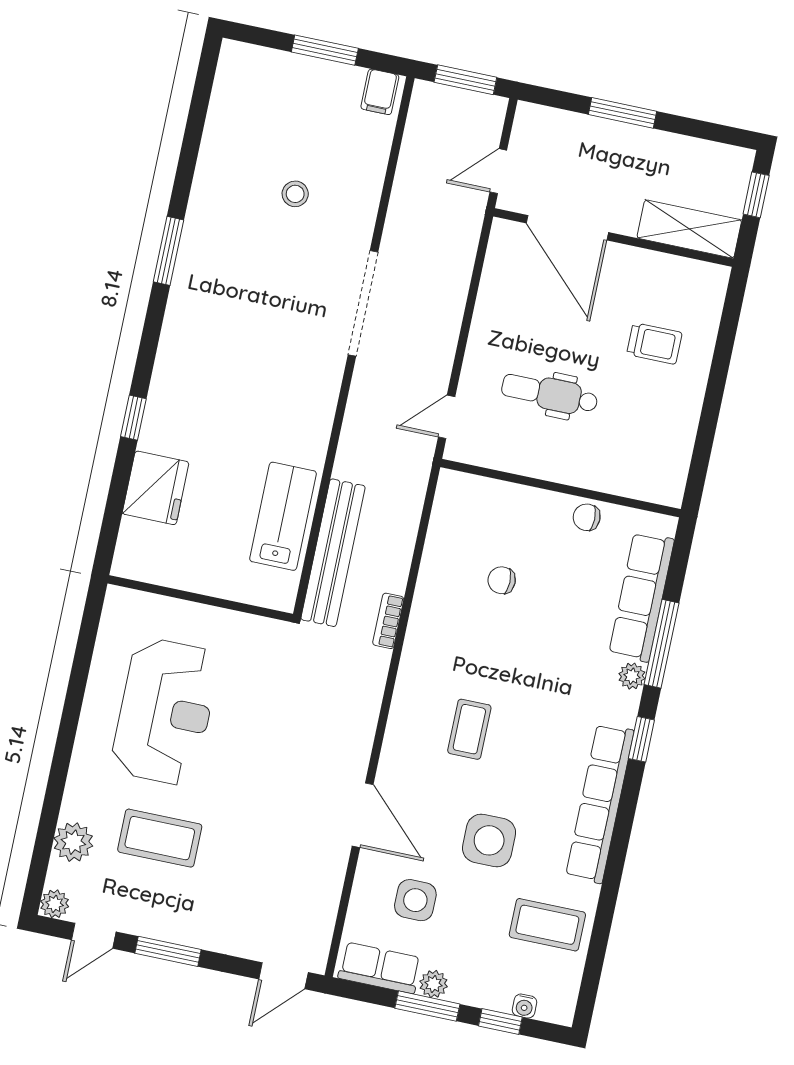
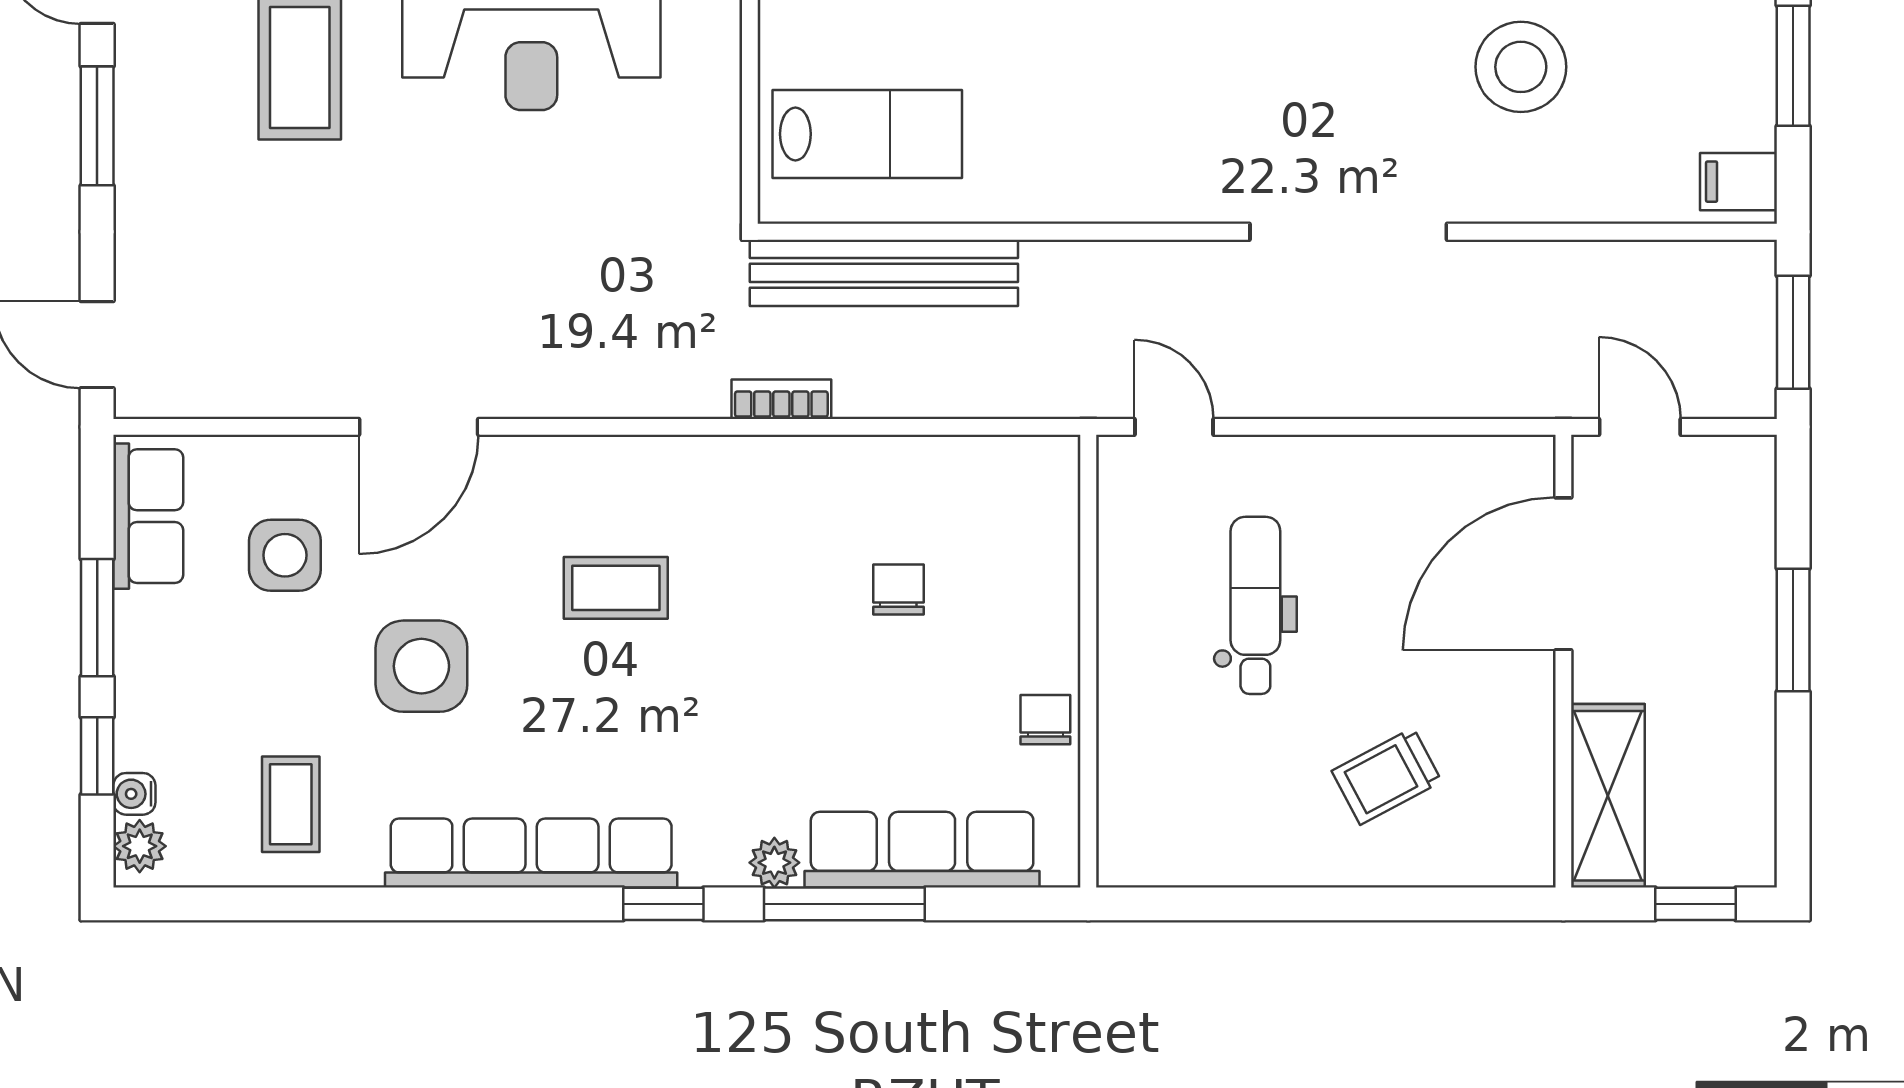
stool: (295, 194) -> (1521, 67), width x1.89, depth x1.89
trolley: (654, 343) -> (1387, 776), turned 62
lab bench: (283, 516) -> (867, 134), moved
coffee table: (547, 925) -> (291, 804), width x0.73, depth x0.77
plant: (434, 984) -> (140, 846), moved

